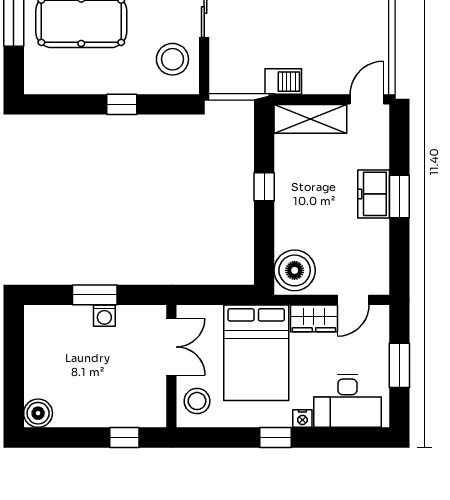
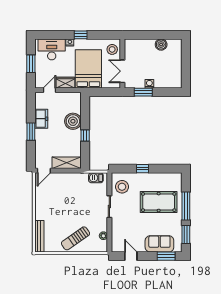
barbecue: (283, 82) -> (96, 178), moved
freezer: (374, 194) -> (41, 119), moved
boiler: (295, 270) -> (73, 121), moved
window: (95, 295) -> (143, 92), moved
boiler: (38, 413) -> (161, 45), moved
window: (124, 437) -> (141, 35), removed

